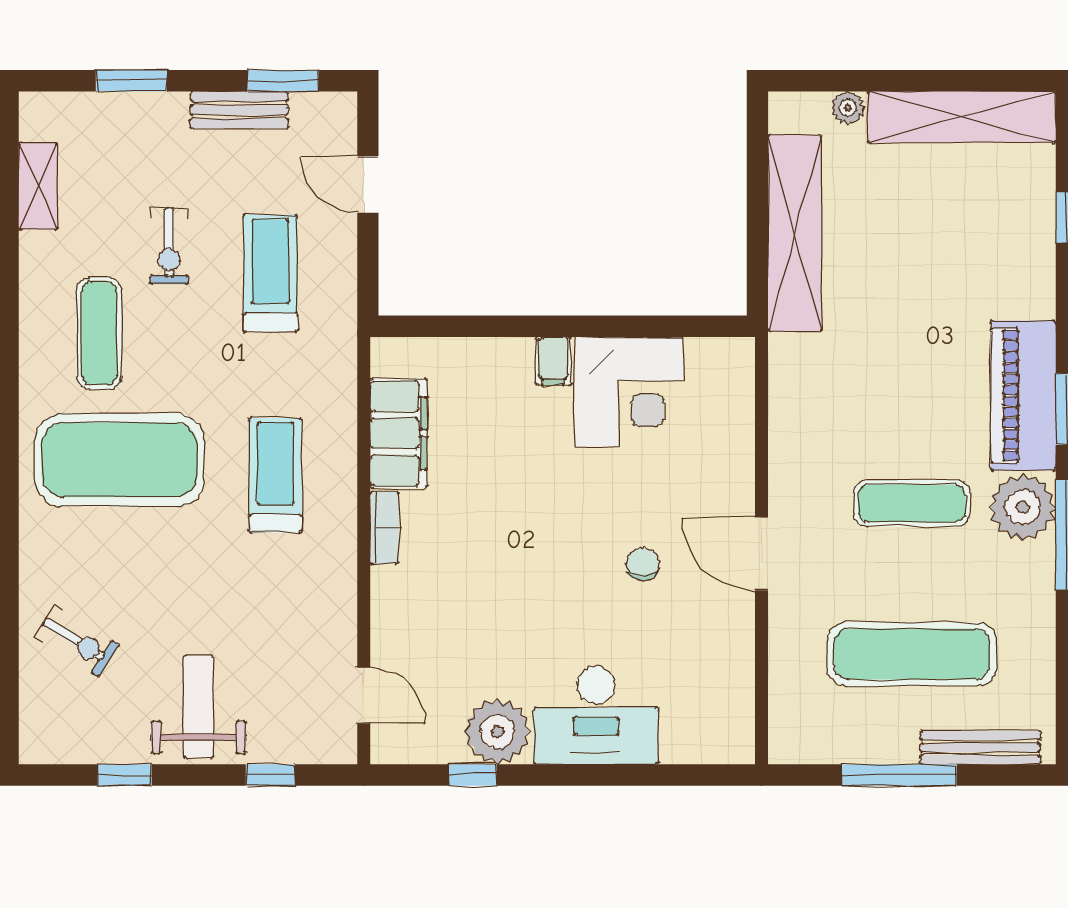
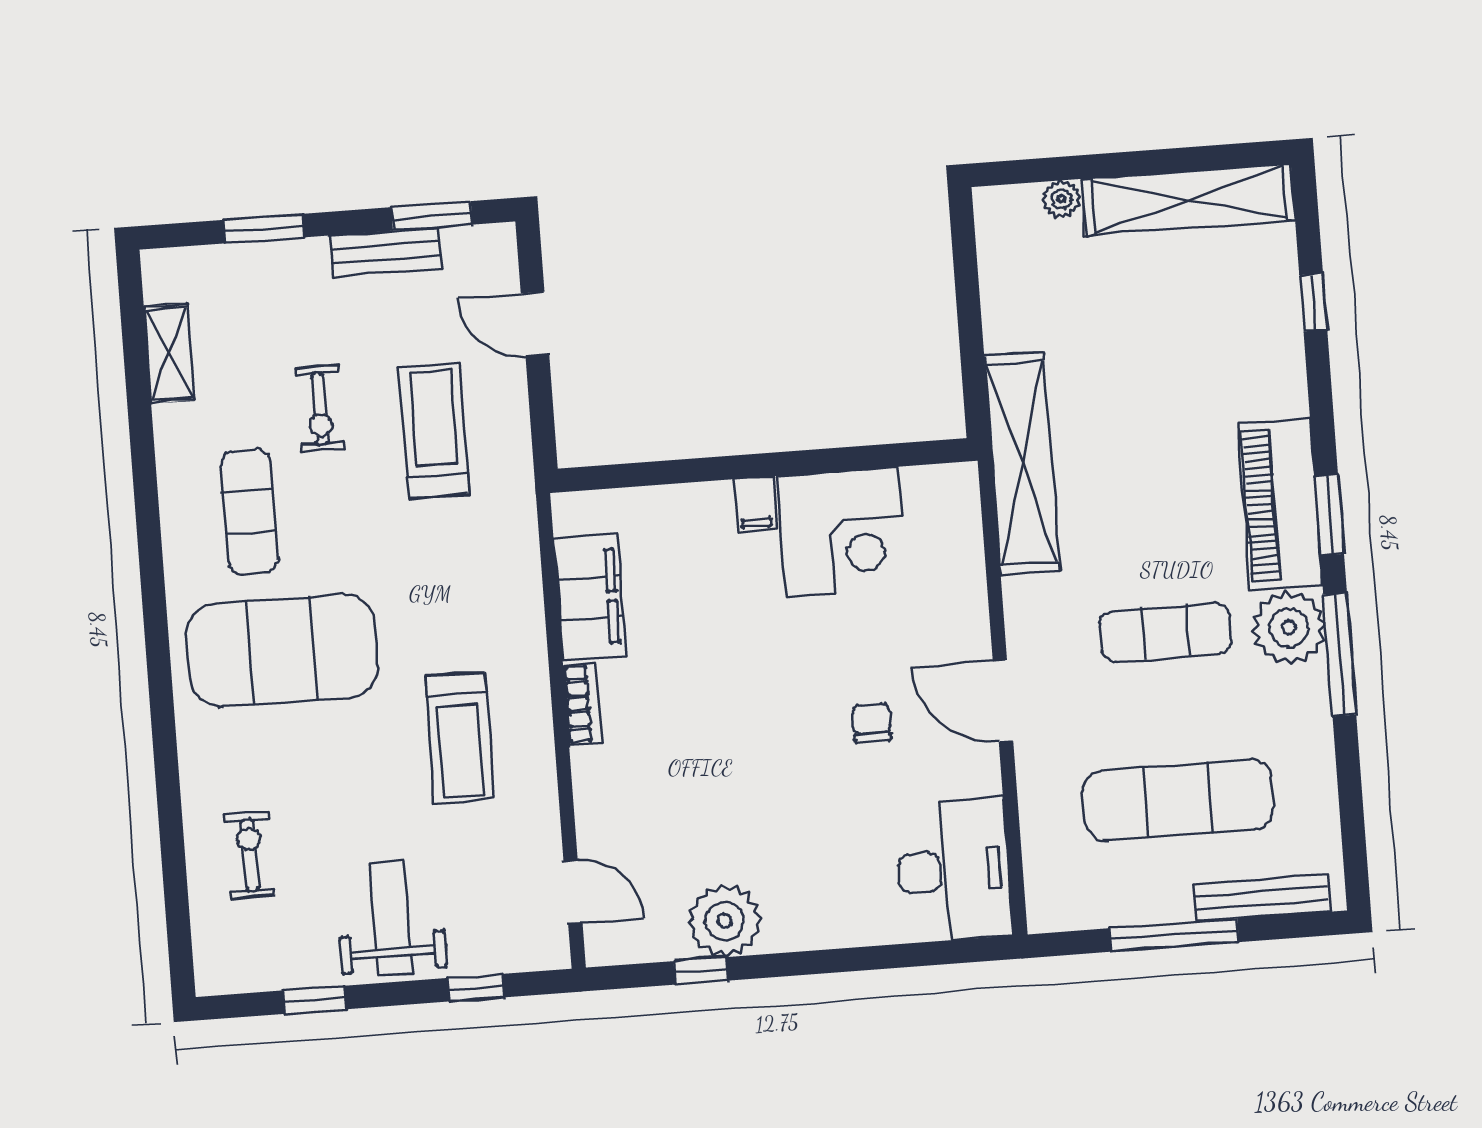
shelving: (795, 233) -> (1022, 463), moved
treadmill: (275, 475) -> (460, 738), moved, turned 180
exercise bike: (77, 641) -> (250, 855), turned -122
desk: (596, 715) -> (954, 870), moved, turned -90

